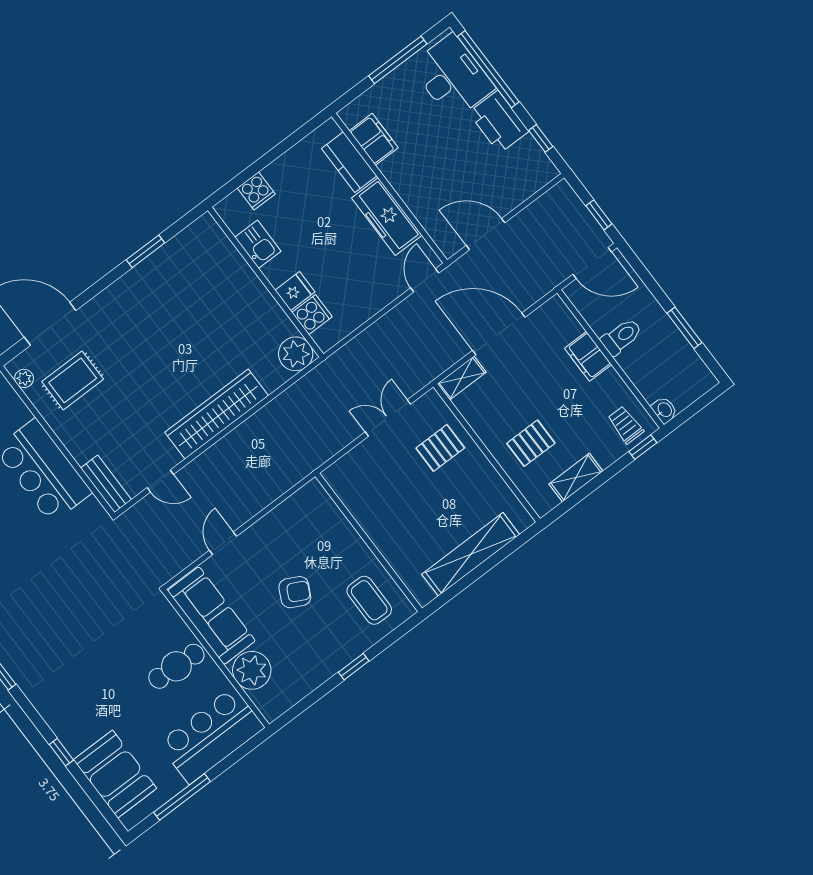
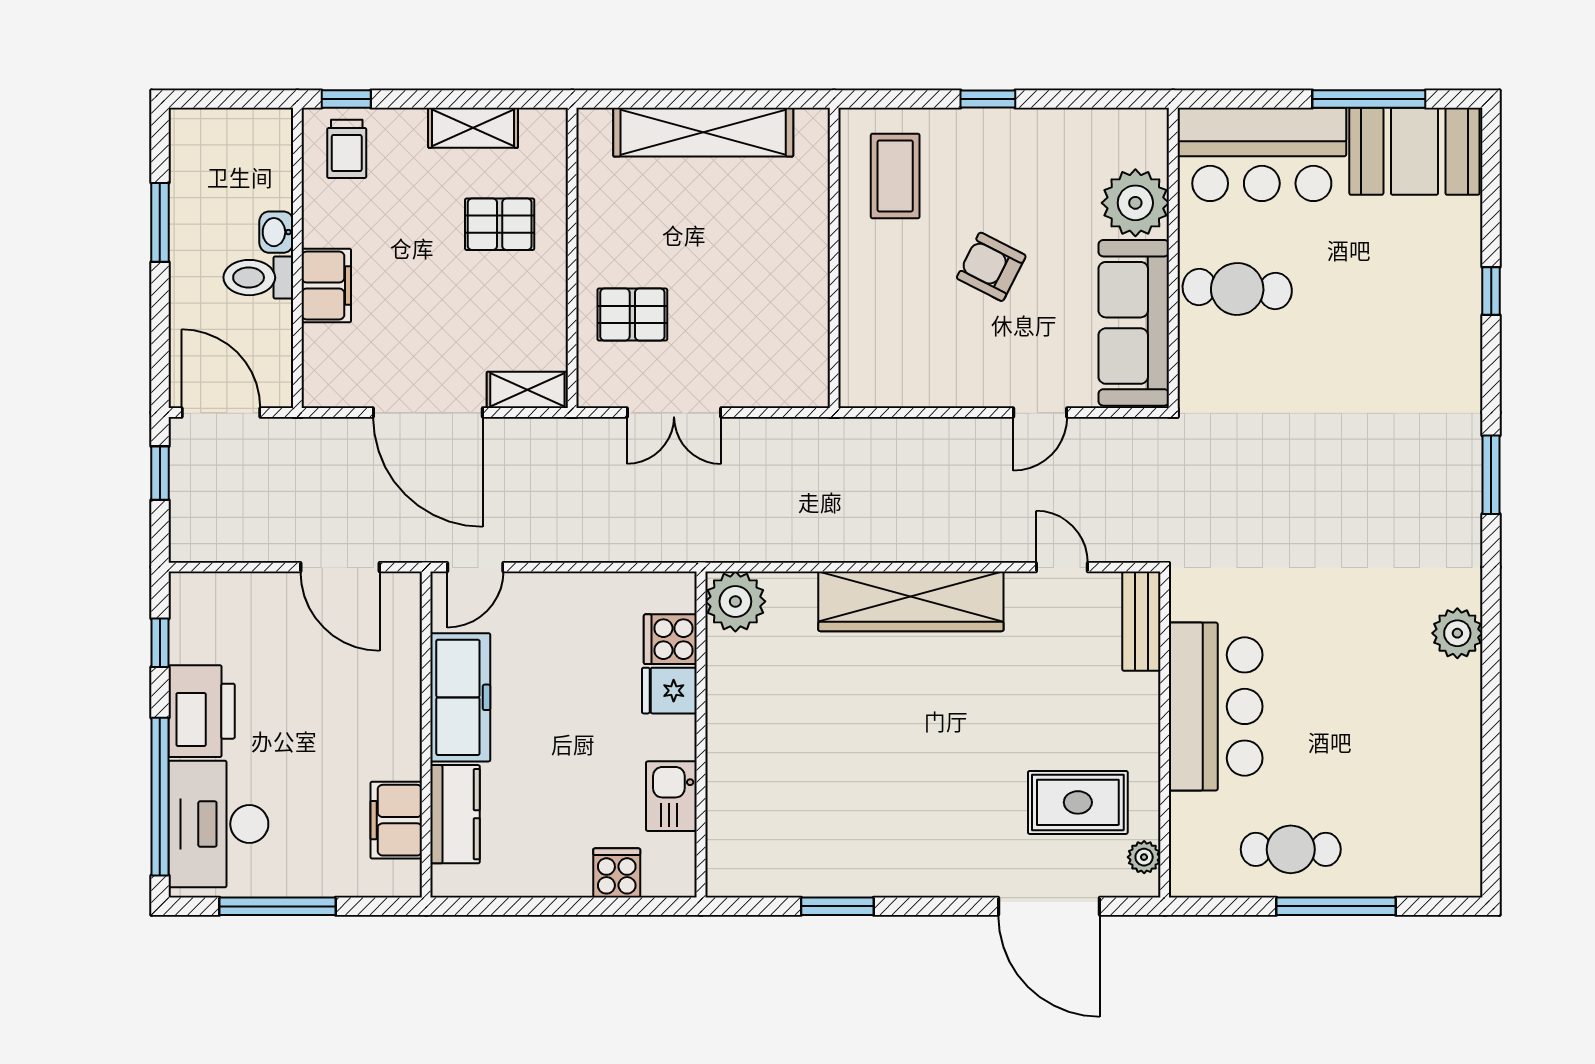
washbasin: (664, 410) -> (276, 232), moved
booth: (115, 774) -> (1414, 151), moved, turned 90

